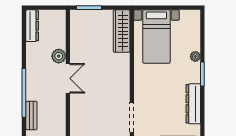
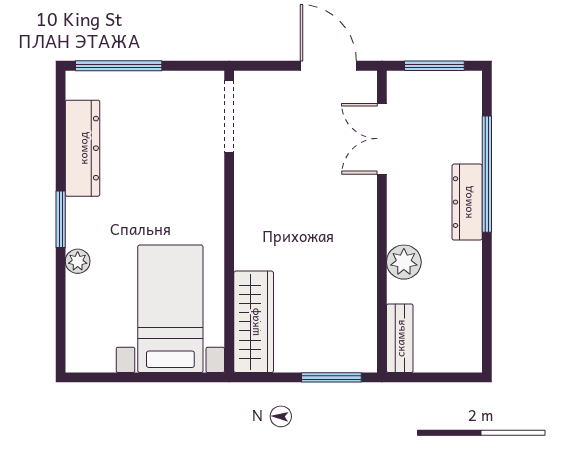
dresser: (32, 26) -> (467, 202), moved
double door: (68, 78) -> (382, 139), moved
bench: (31, 115) -> (400, 338), moved

